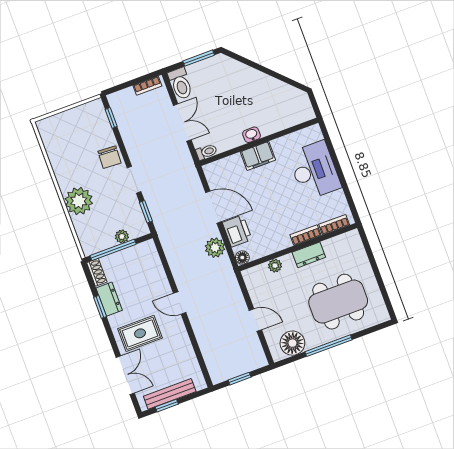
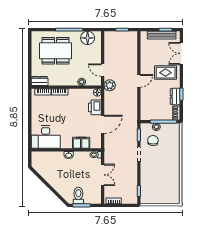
toilet: (180, 84) -> (78, 196), moved
double door: (182, 123) -> (103, 175), swing flipped
filing cabinet: (258, 156) -> (81, 143), moved
chair: (110, 157) -> (153, 141), moved
desk: (314, 170) -> (46, 137), moved, turned -90
plant: (79, 201) -> (172, 154), removed
door: (214, 207) -> (103, 124), swing flipped
plant: (215, 248) -> (110, 85), moved
dresser: (309, 255) -> (40, 81), moved
door: (180, 303) -> (139, 81), hinge flipped
door: (255, 320) -> (103, 70), moved

